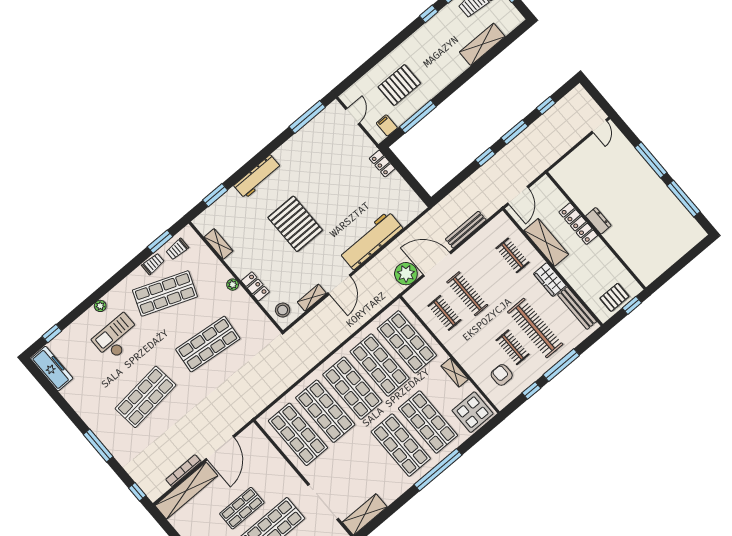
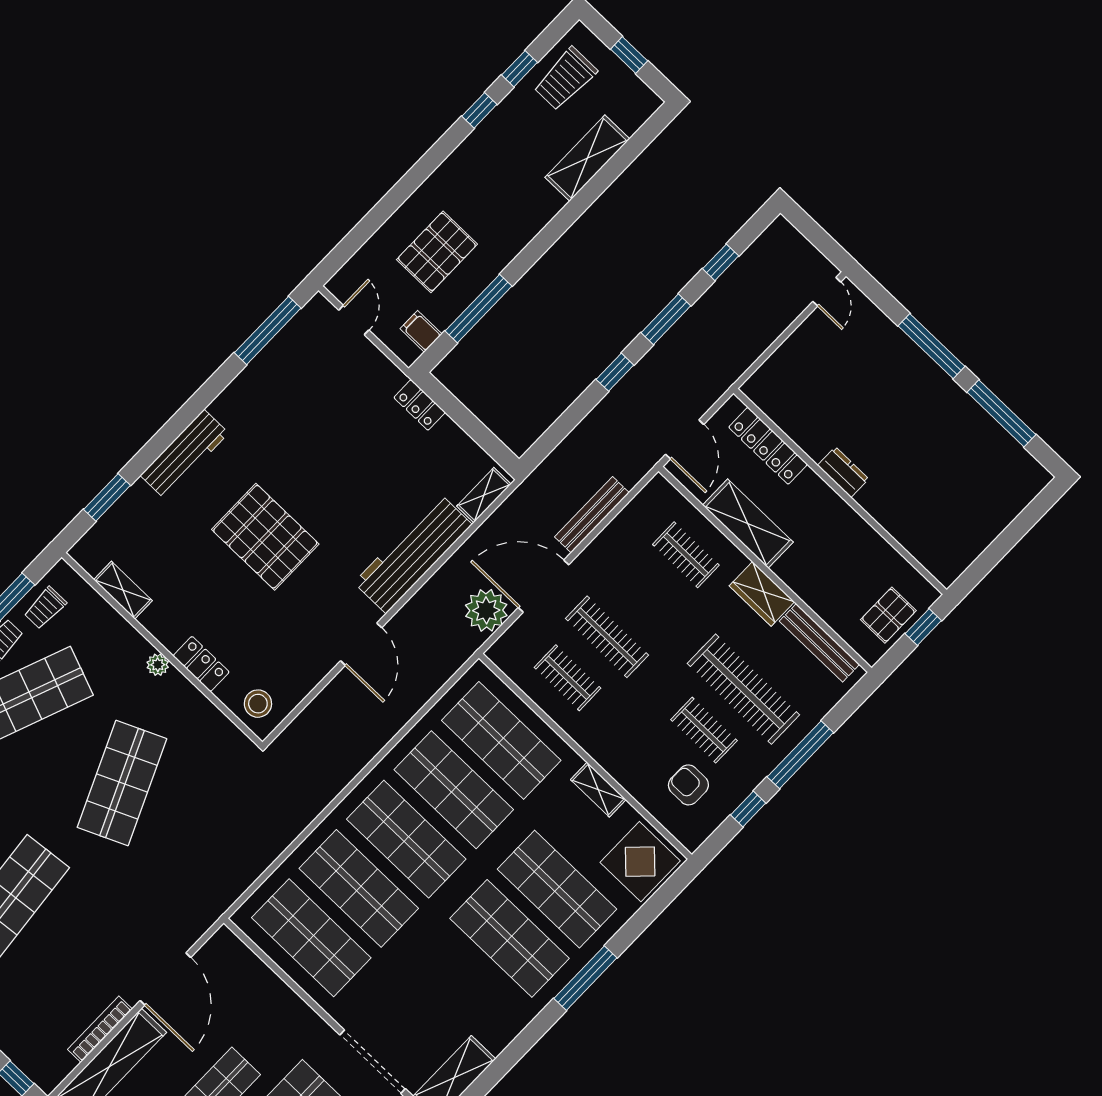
locker: (578, 224) -> (768, 446), moved
shelving: (312, 298) -> (484, 495), moved
shop shelf: (208, 344) -> (122, 783), turned -30
window: (438, 470) -> (585, 978), width x0.68

